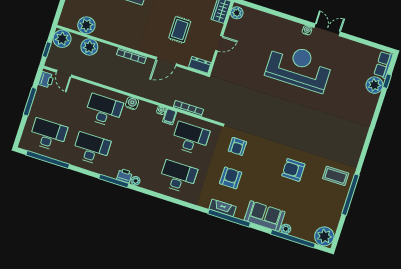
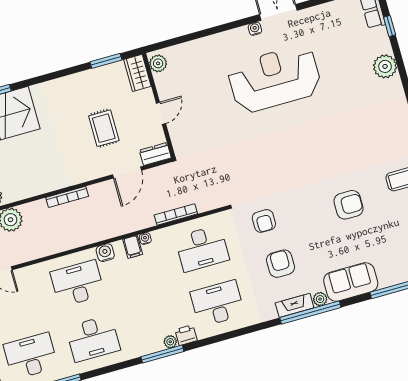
door: (166, 61) -> (127, 172), moved
plant: (374, 85) -> (385, 66), moved
filing cabinet: (170, 117) -> (133, 247), moved
desk: (190, 138) -> (202, 248), turned 180
desk: (91, 149) -> (93, 339), turned 180
armchair: (293, 170) -> (349, 205), turned 180
printer: (125, 176) -> (186, 335), moved
window: (114, 181) -> (162, 354), moved
plant: (286, 229) -> (320, 299), moved

